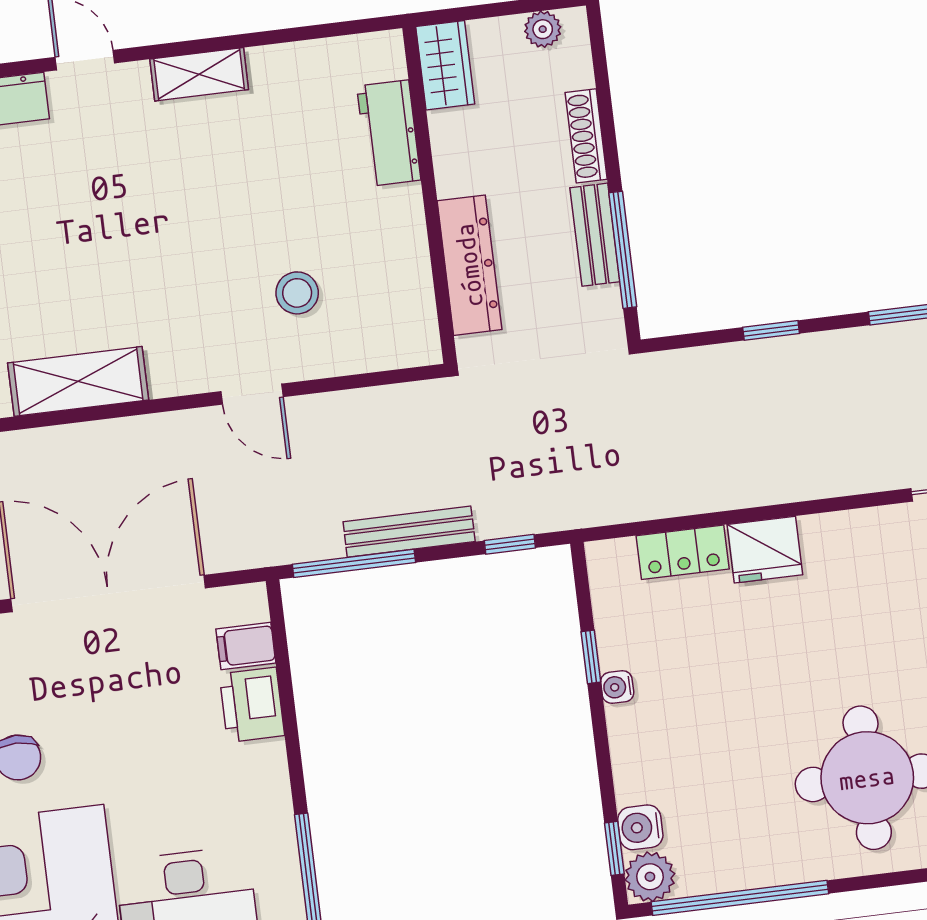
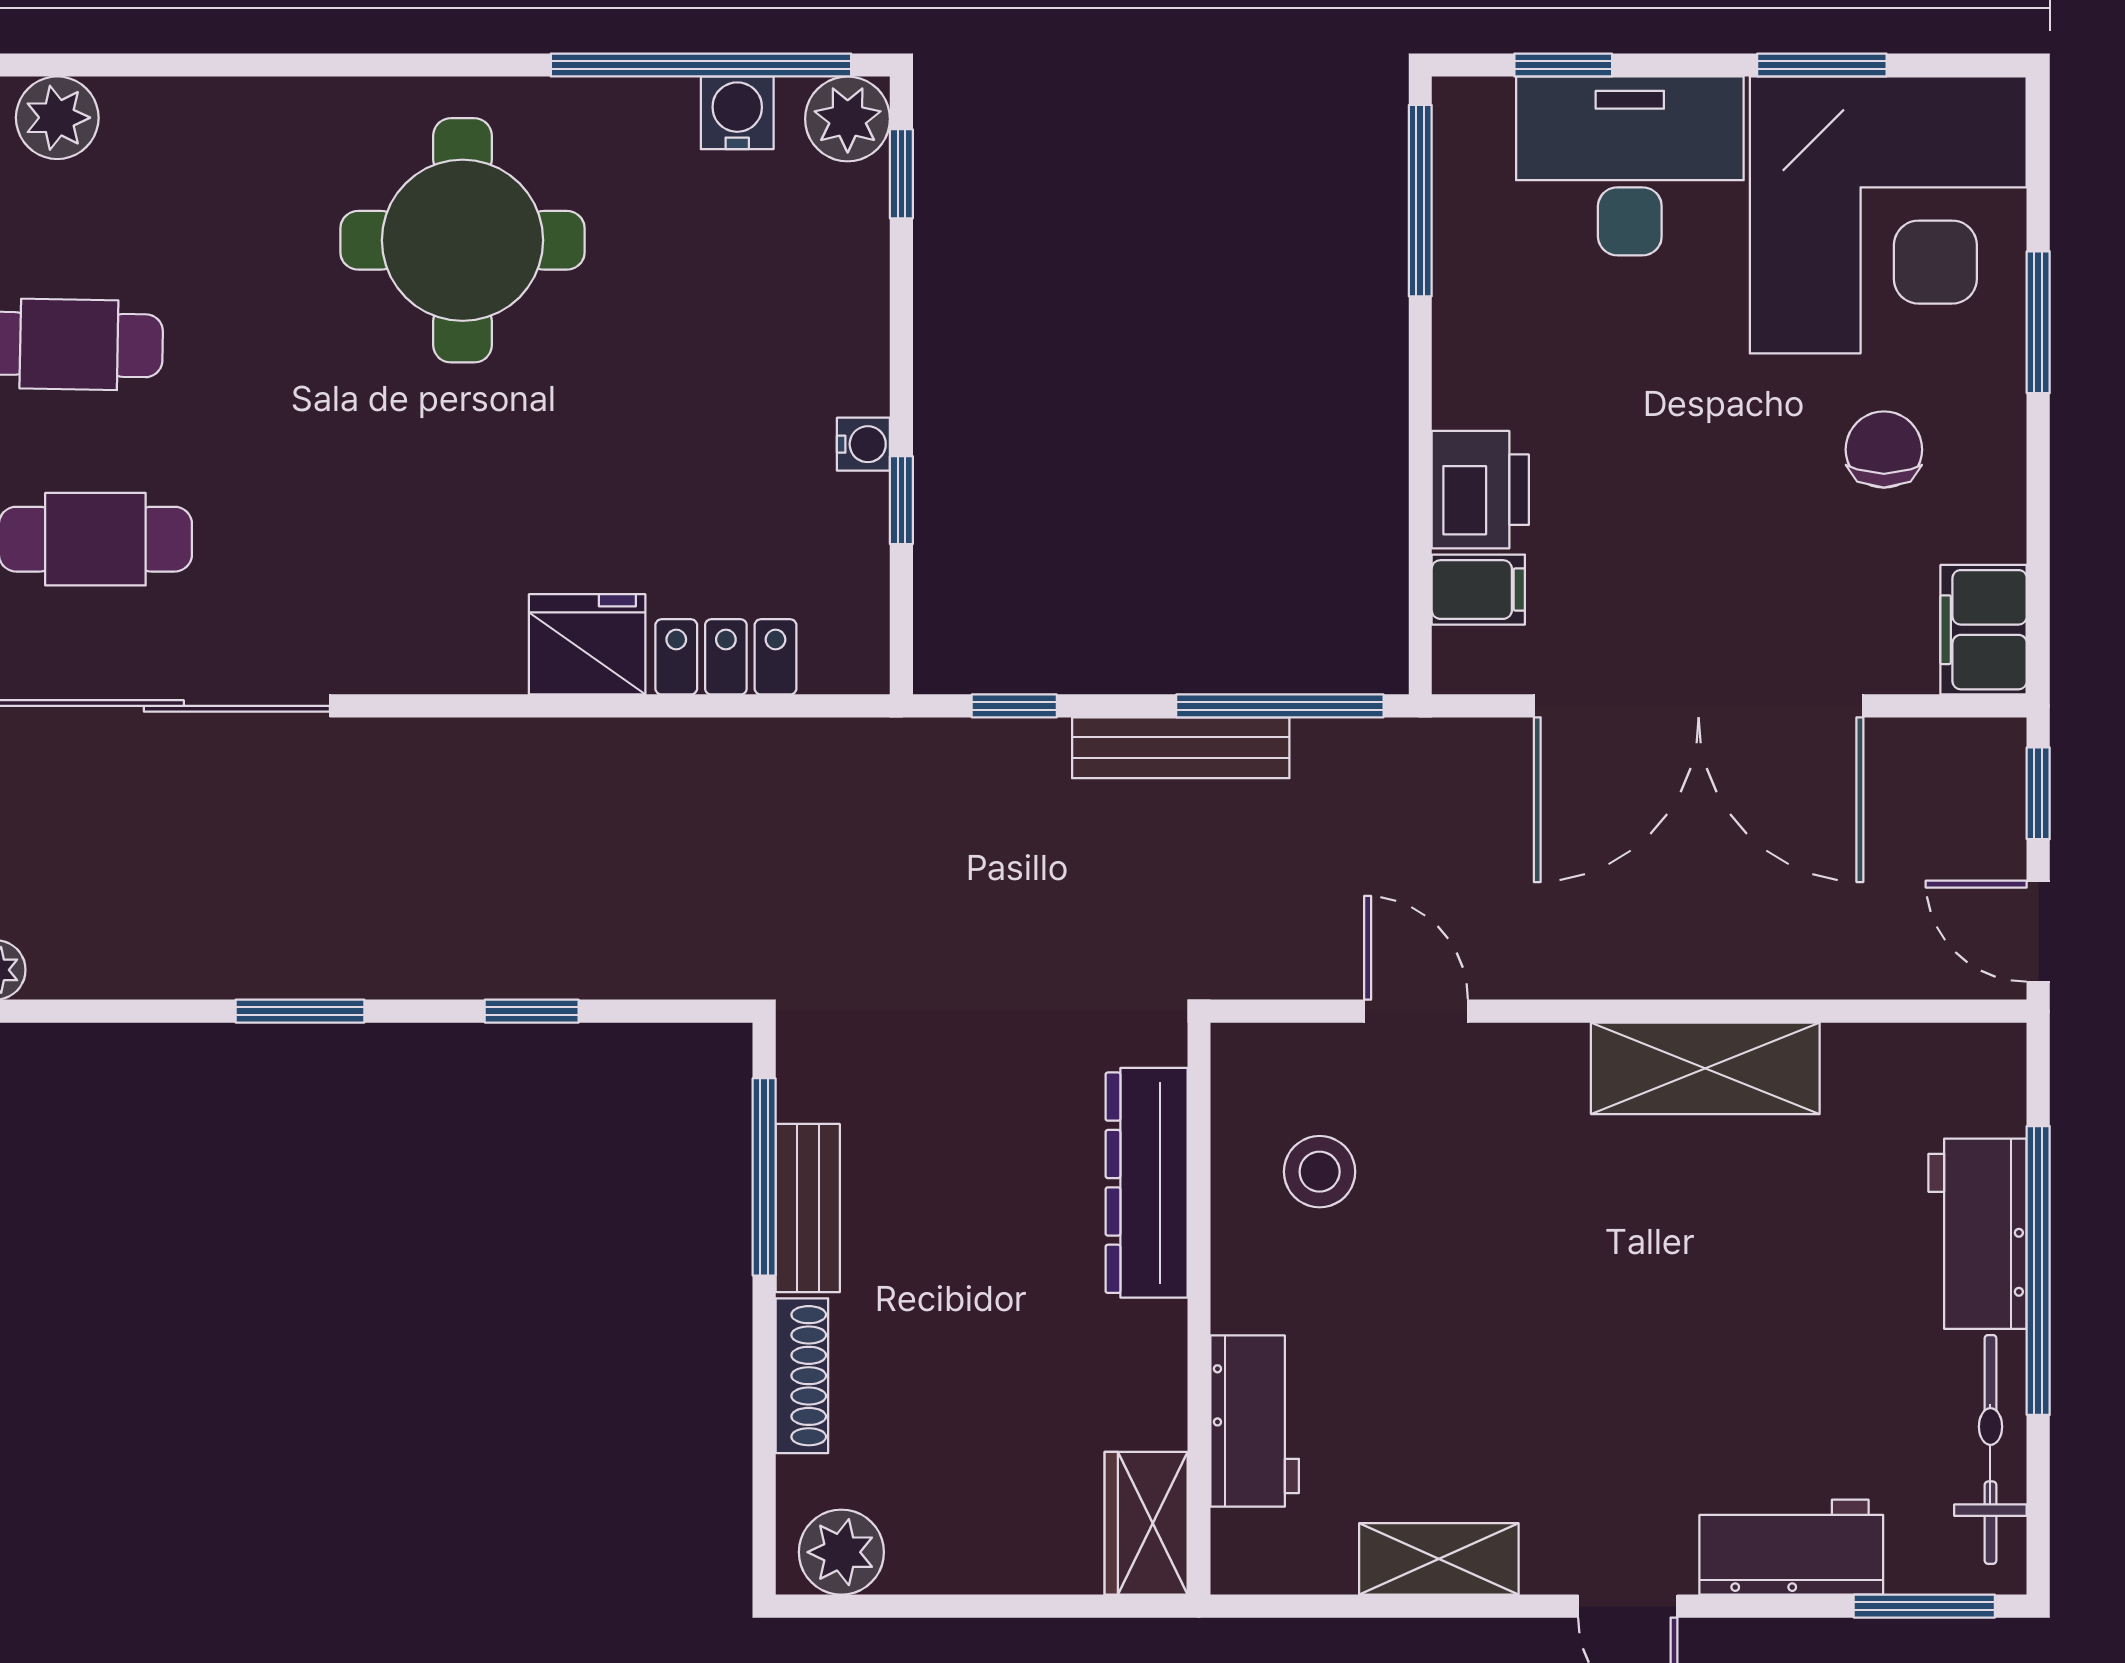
plant: (543, 29) -> (841, 1552), width x1.38, depth x1.38
wardrobe: (445, 65) -> (1146, 1523), moved
workbench: (389, 133) -> (1255, 1421), moved
wall: (430, 195) -> (1199, 1309), moved
dresser: (469, 265) -> (1147, 1183), moved
water cooler: (640, 827) -> (737, 113), moved, turned -90

